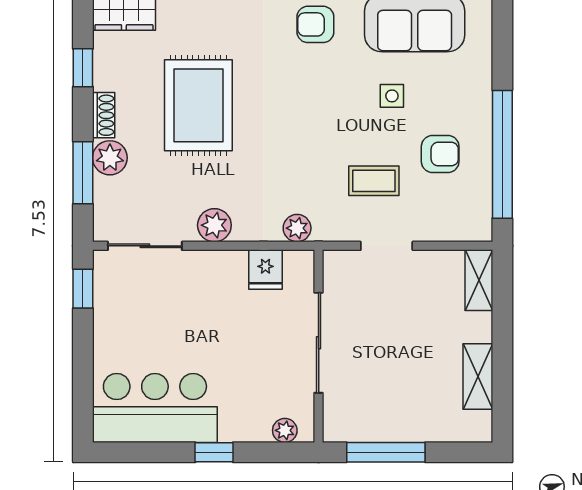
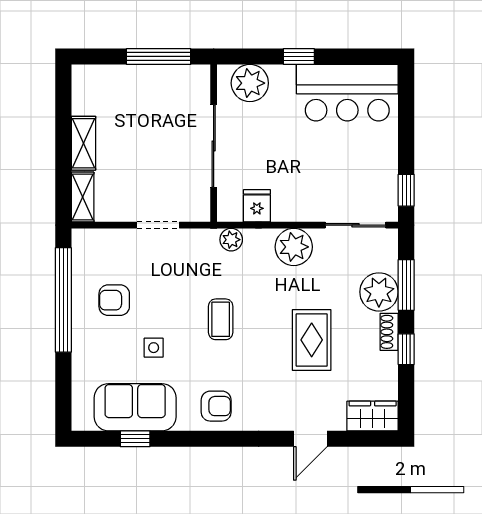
window: (83, 68) -> (406, 349), moved
rug: (198, 105) -> (312, 340), width x0.73, depth x0.70
plant: (110, 158) -> (379, 292), width x1.36, depth x1.36
coffee table: (374, 181) -> (221, 319), moved, turned 90
plant: (214, 225) -> (294, 247), width x1.36, depth x1.36
shelving: (478, 377) -> (83, 143), moved
plant: (285, 430) -> (250, 83), width x1.88, depth x1.88

